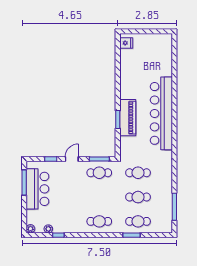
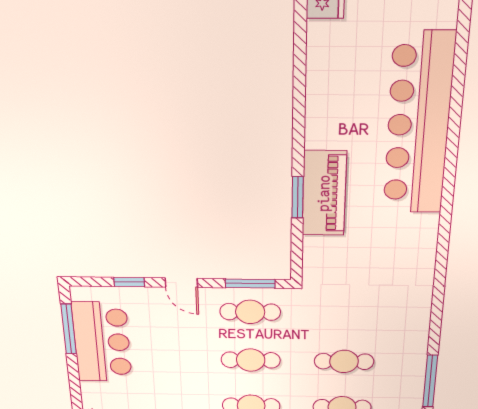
bar counter: (161, 113) -> (418, 125), moved
door: (72, 159) -> (181, 283), swing flipped
cafe table: (138, 173) -> (251, 360), moved

